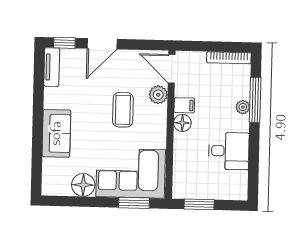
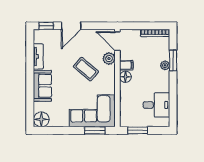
tv unit: (52, 67) -> (38, 56), moved
window: (255, 100) -> (173, 60), width x0.69
coffee table: (123, 110) -> (86, 69), turned -50
desk: (229, 151) -> (156, 105), moved
floor lamp: (83, 185) -> (41, 119), moved

